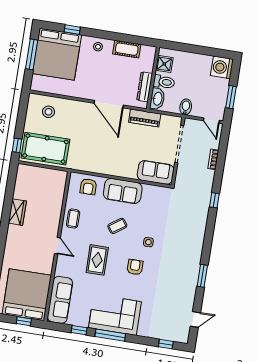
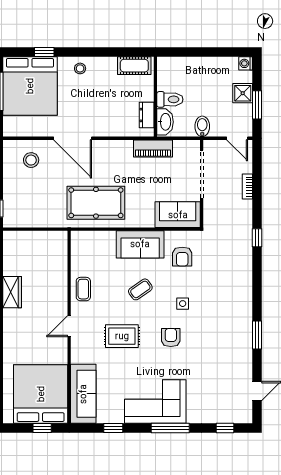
cot: (127, 49) -> (134, 66), moved
shower: (164, 64) -> (243, 93), moved
washing machine: (222, 67) -> (246, 63), width x0.53, depth x0.53
dresser: (145, 87) -> (147, 115), width x0.70
door: (109, 104) -> (73, 138), moved
pool table: (45, 149) -> (96, 203), moved
armchair: (88, 187) -> (182, 257), moved
door: (57, 246) -> (69, 326), swing flipped
rug: (97, 260) -> (122, 336), turned 90
window: (110, 335) -> (170, 428), moved

